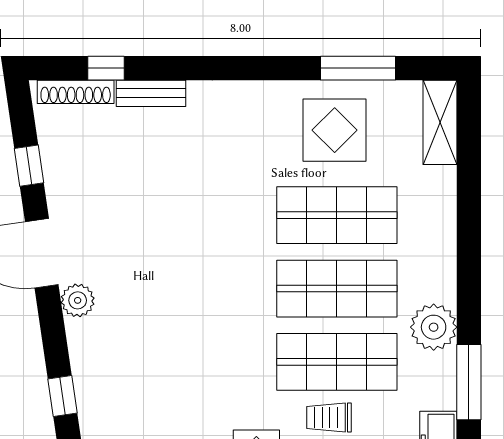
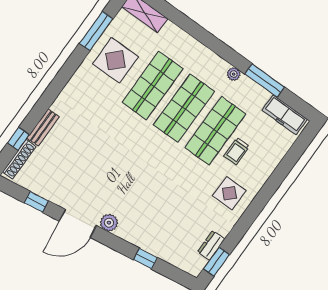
plant: (434, 327) -> (234, 74), width x0.53, depth x0.53

